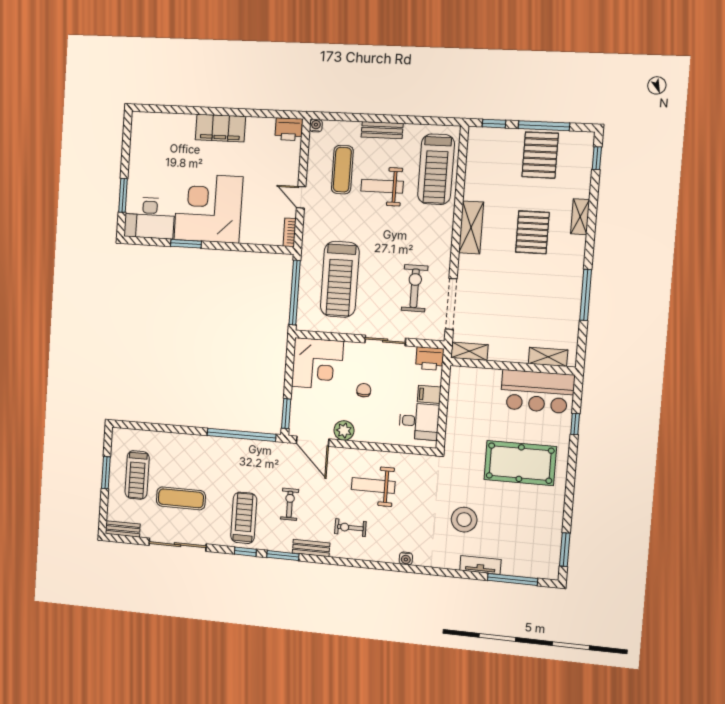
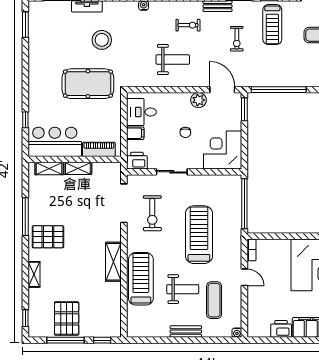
printer: (289, 129) -> (281, 329), moved
treadmill: (436, 169) -> (141, 279), moved
pallet: (532, 232) -> (48, 237), moved, turned 90
treadmill: (340, 279) -> (199, 235), moved
shelving: (469, 351) -> (78, 168), moved
piano: (479, 377) -> (99, 149), added
pool table: (520, 463) -> (88, 84), moved

